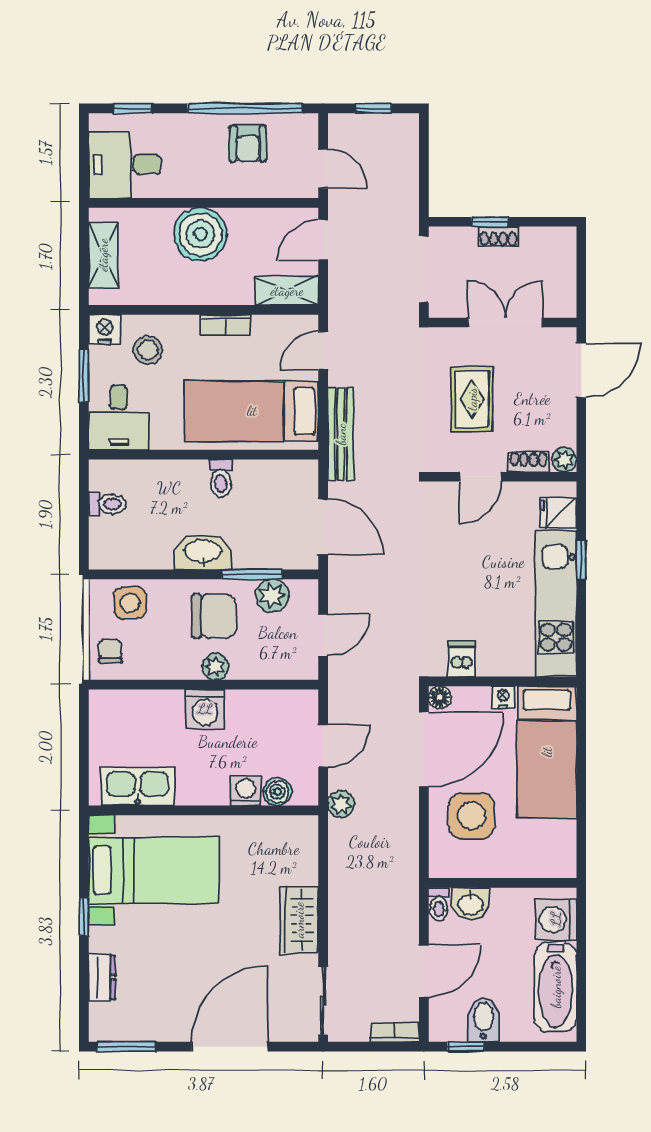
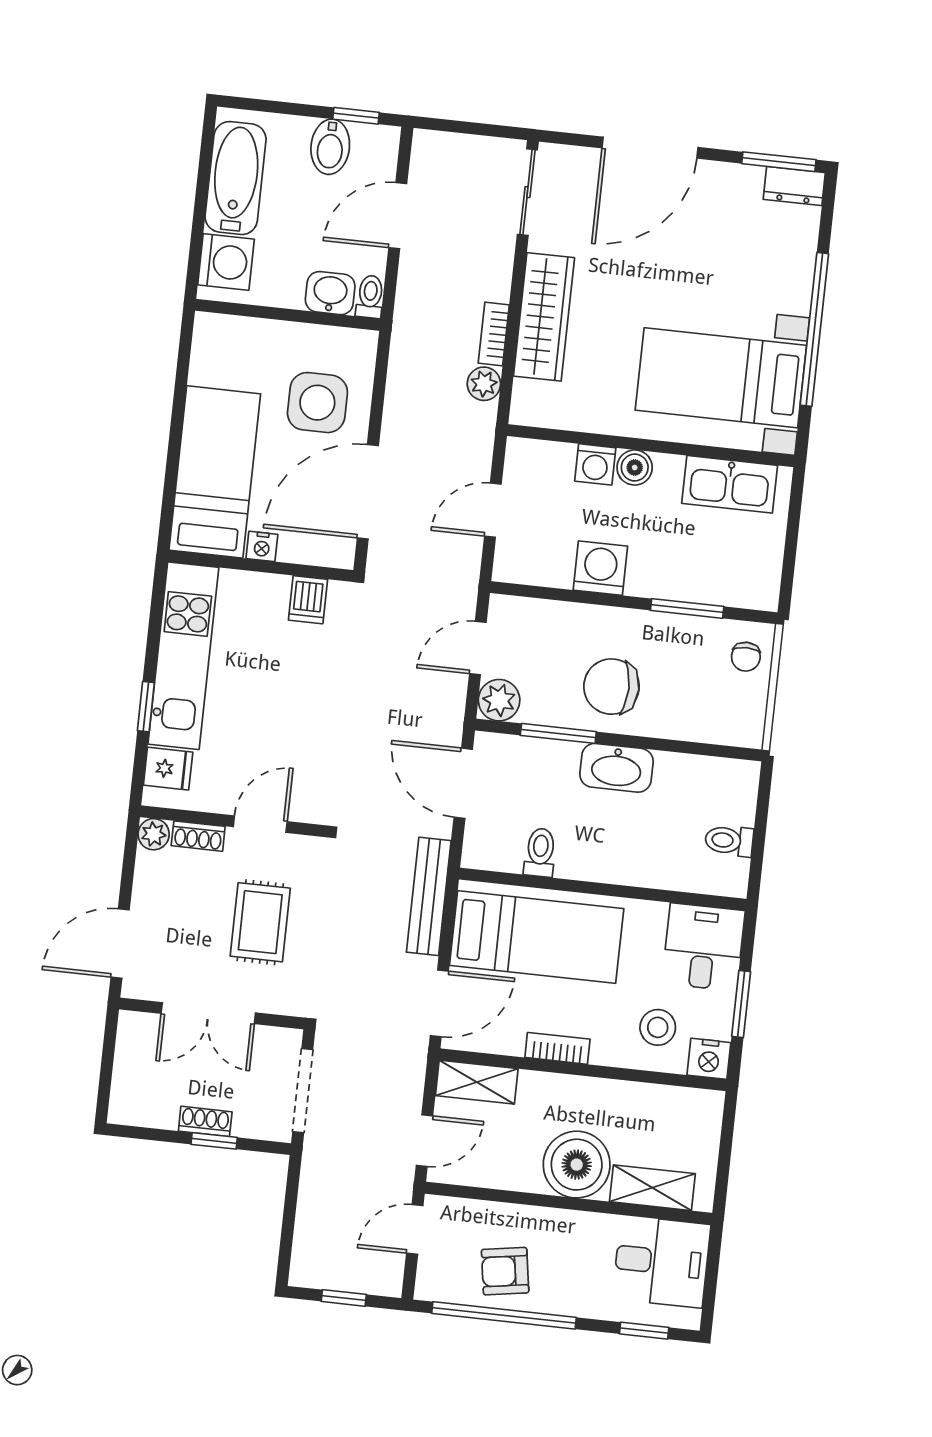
armchair: (248, 144) -> (505, 1271), turned -99
door: (323, 169) -> (415, 1229), hinge flipped
shelving: (103, 255) -> (652, 1188), moved, turned 90
door: (323, 350) -> (439, 1003), width x1.38
toilet: (221, 478) -> (540, 852), moved
plant: (272, 596) -> (499, 700), moved
side table: (130, 603) -> (714, 714), removed
plant: (215, 667) -> (617, 623), removed
window: (161, 685) -> (687, 608), added
floor lamp: (440, 697) -> (341, 555), removed
washing machine: (205, 709) -> (600, 568), moved
boiler: (277, 792) -> (635, 468), moved
plant: (341, 804) -> (484, 384), moved
window: (84, 917) -> (814, 329), width x3.17
wardrobe: (299, 920) -> (544, 317), width x1.50
dresser: (102, 977) -> (794, 186), moved, turned -90
bookcase: (395, 1032) -> (494, 334), moved, turned 90

